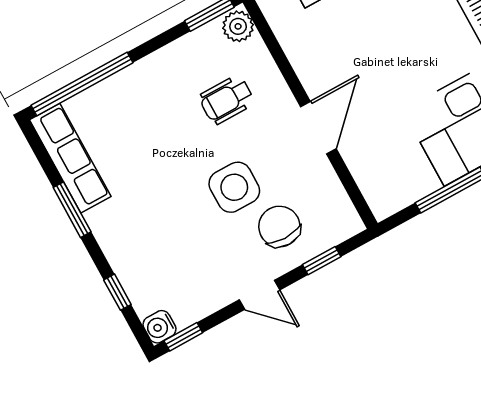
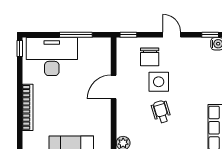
wheelchair: (227, 100) -> (161, 112), moved, turned -107
window: (322, 261) -> (128, 35), moved

